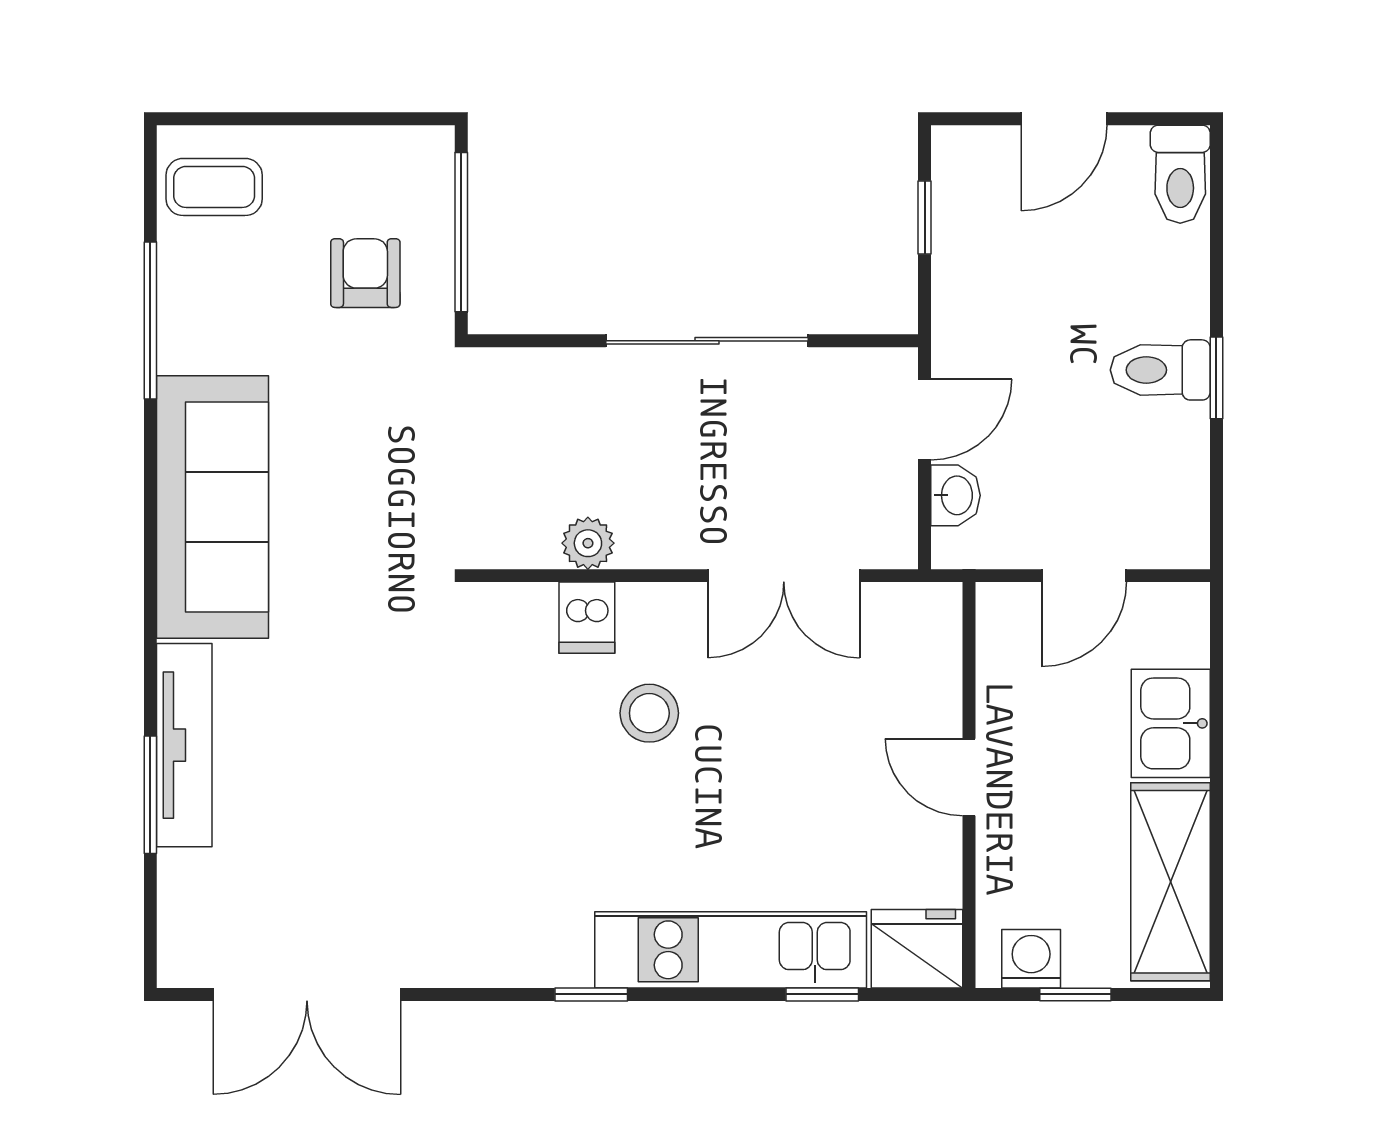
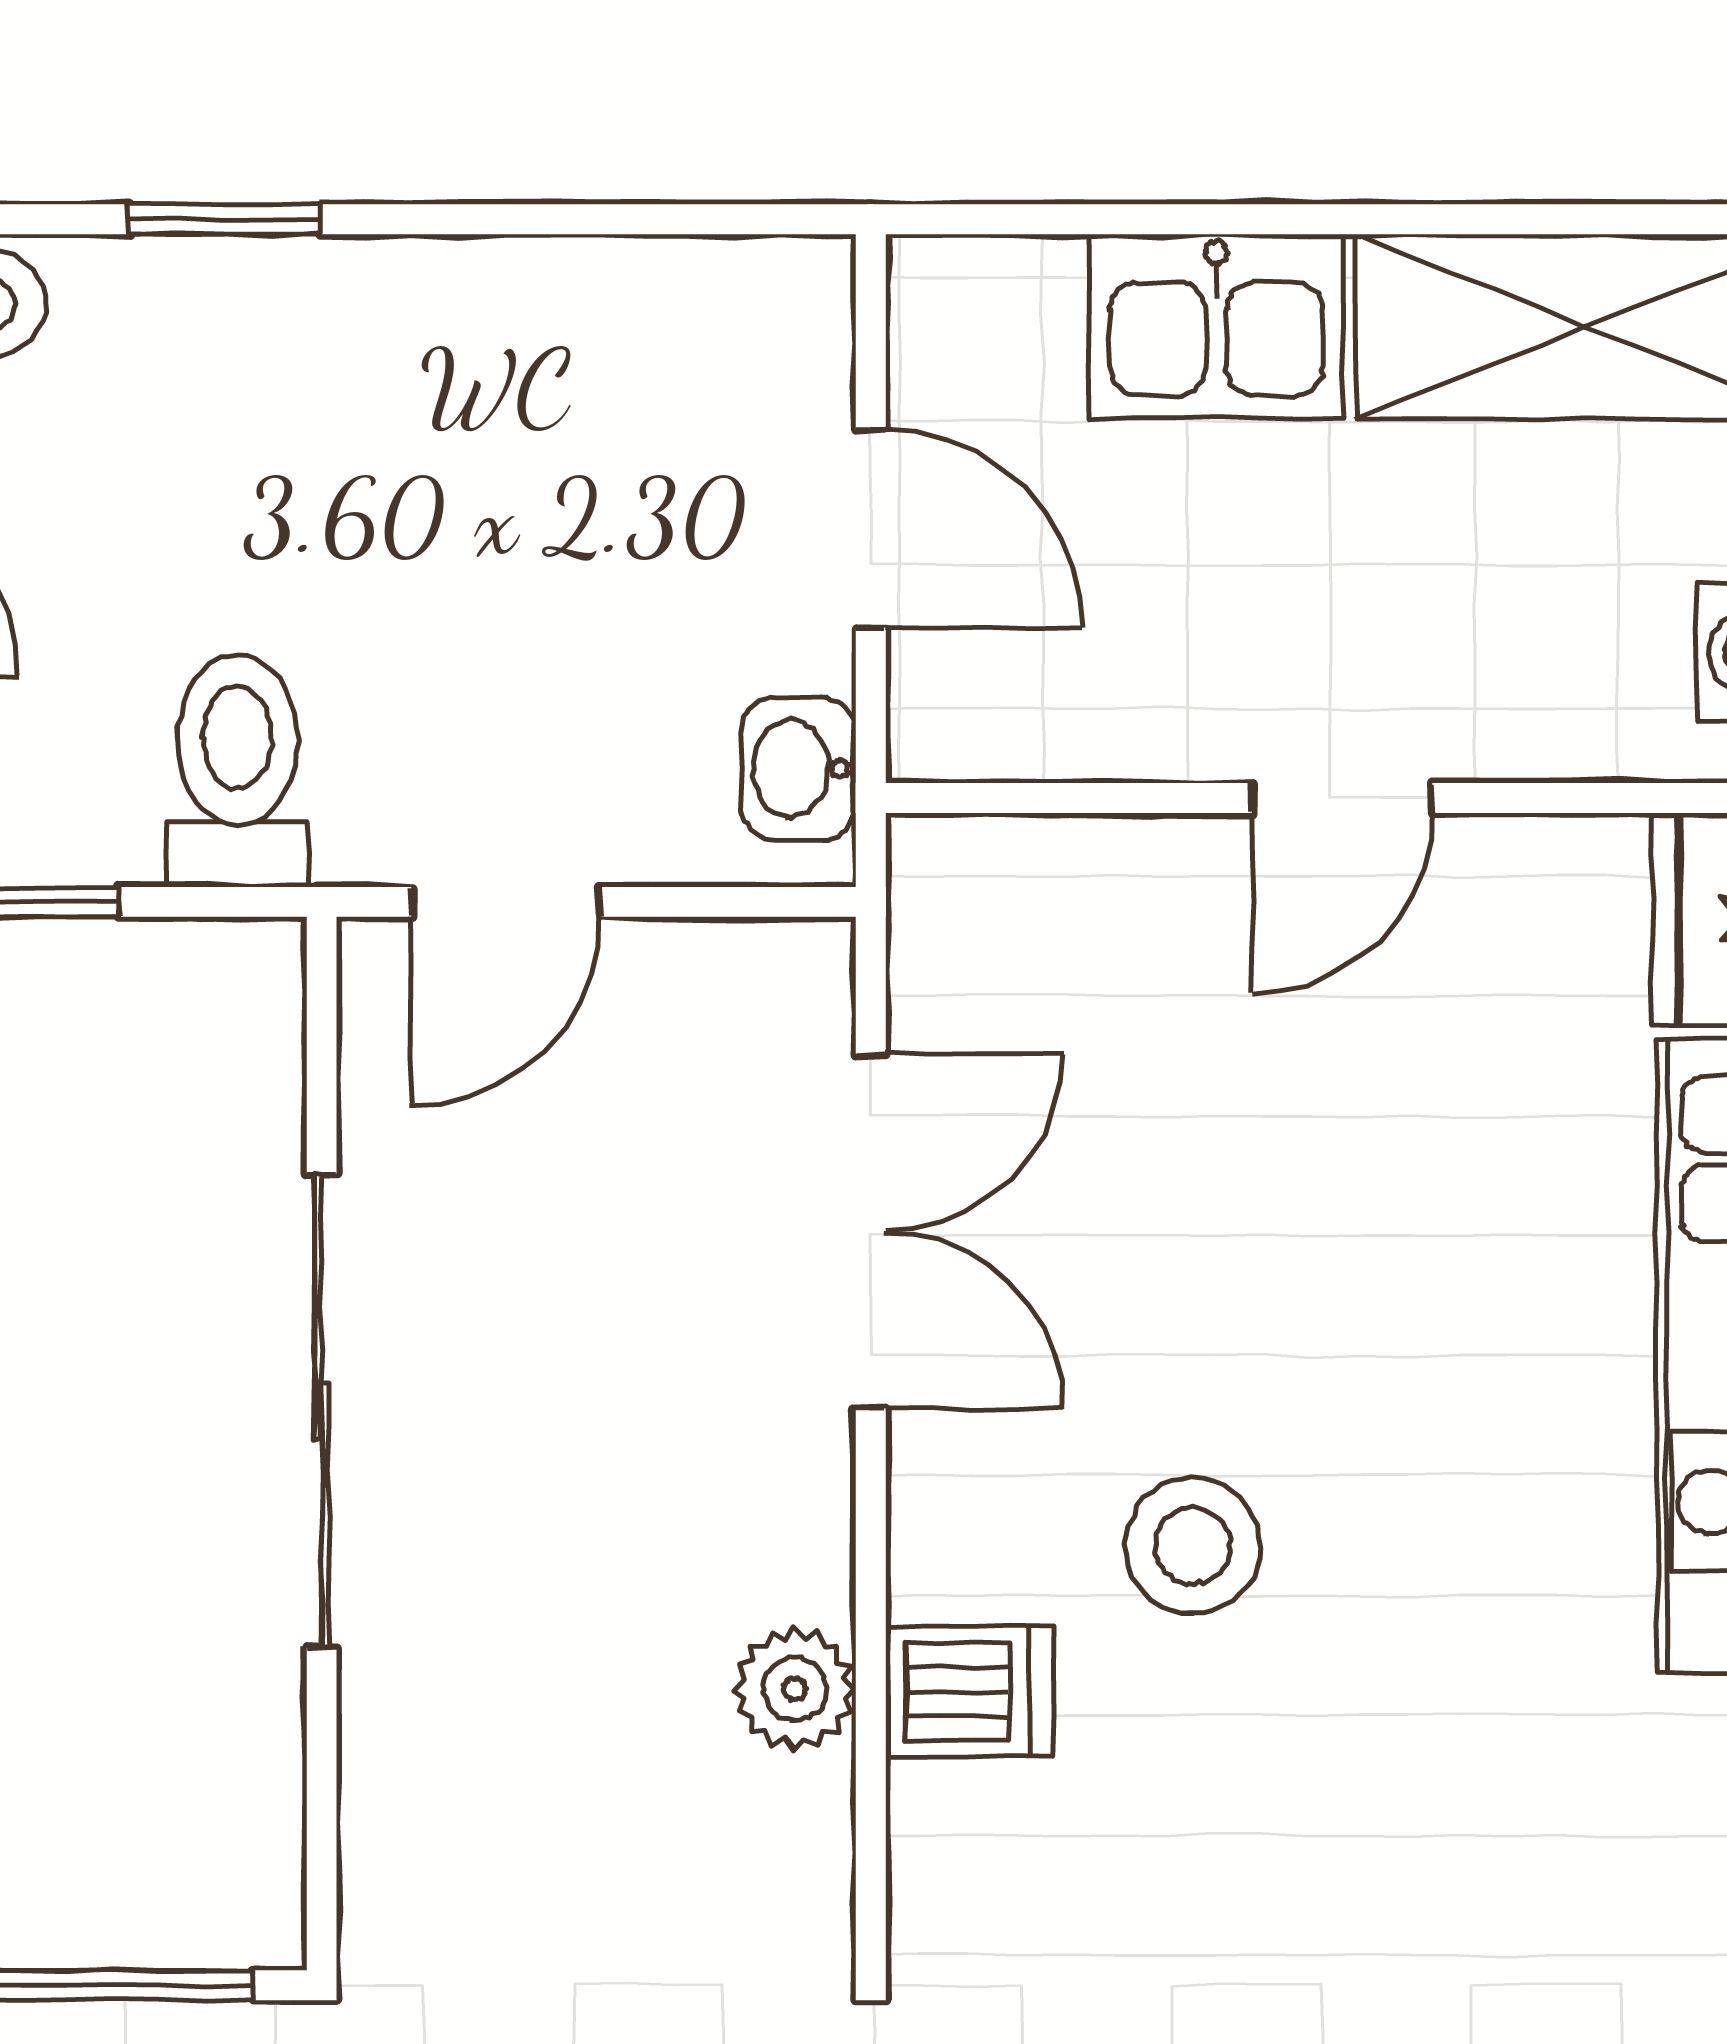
toilet: (1160, 370) -> (237, 770), moved, turned 180
window: (1216, 378) -> (225, 219), moved
door: (925, 420) -> (506, 902), swing flipped
washbasin: (956, 495) -> (798, 769), moved, turned -90

